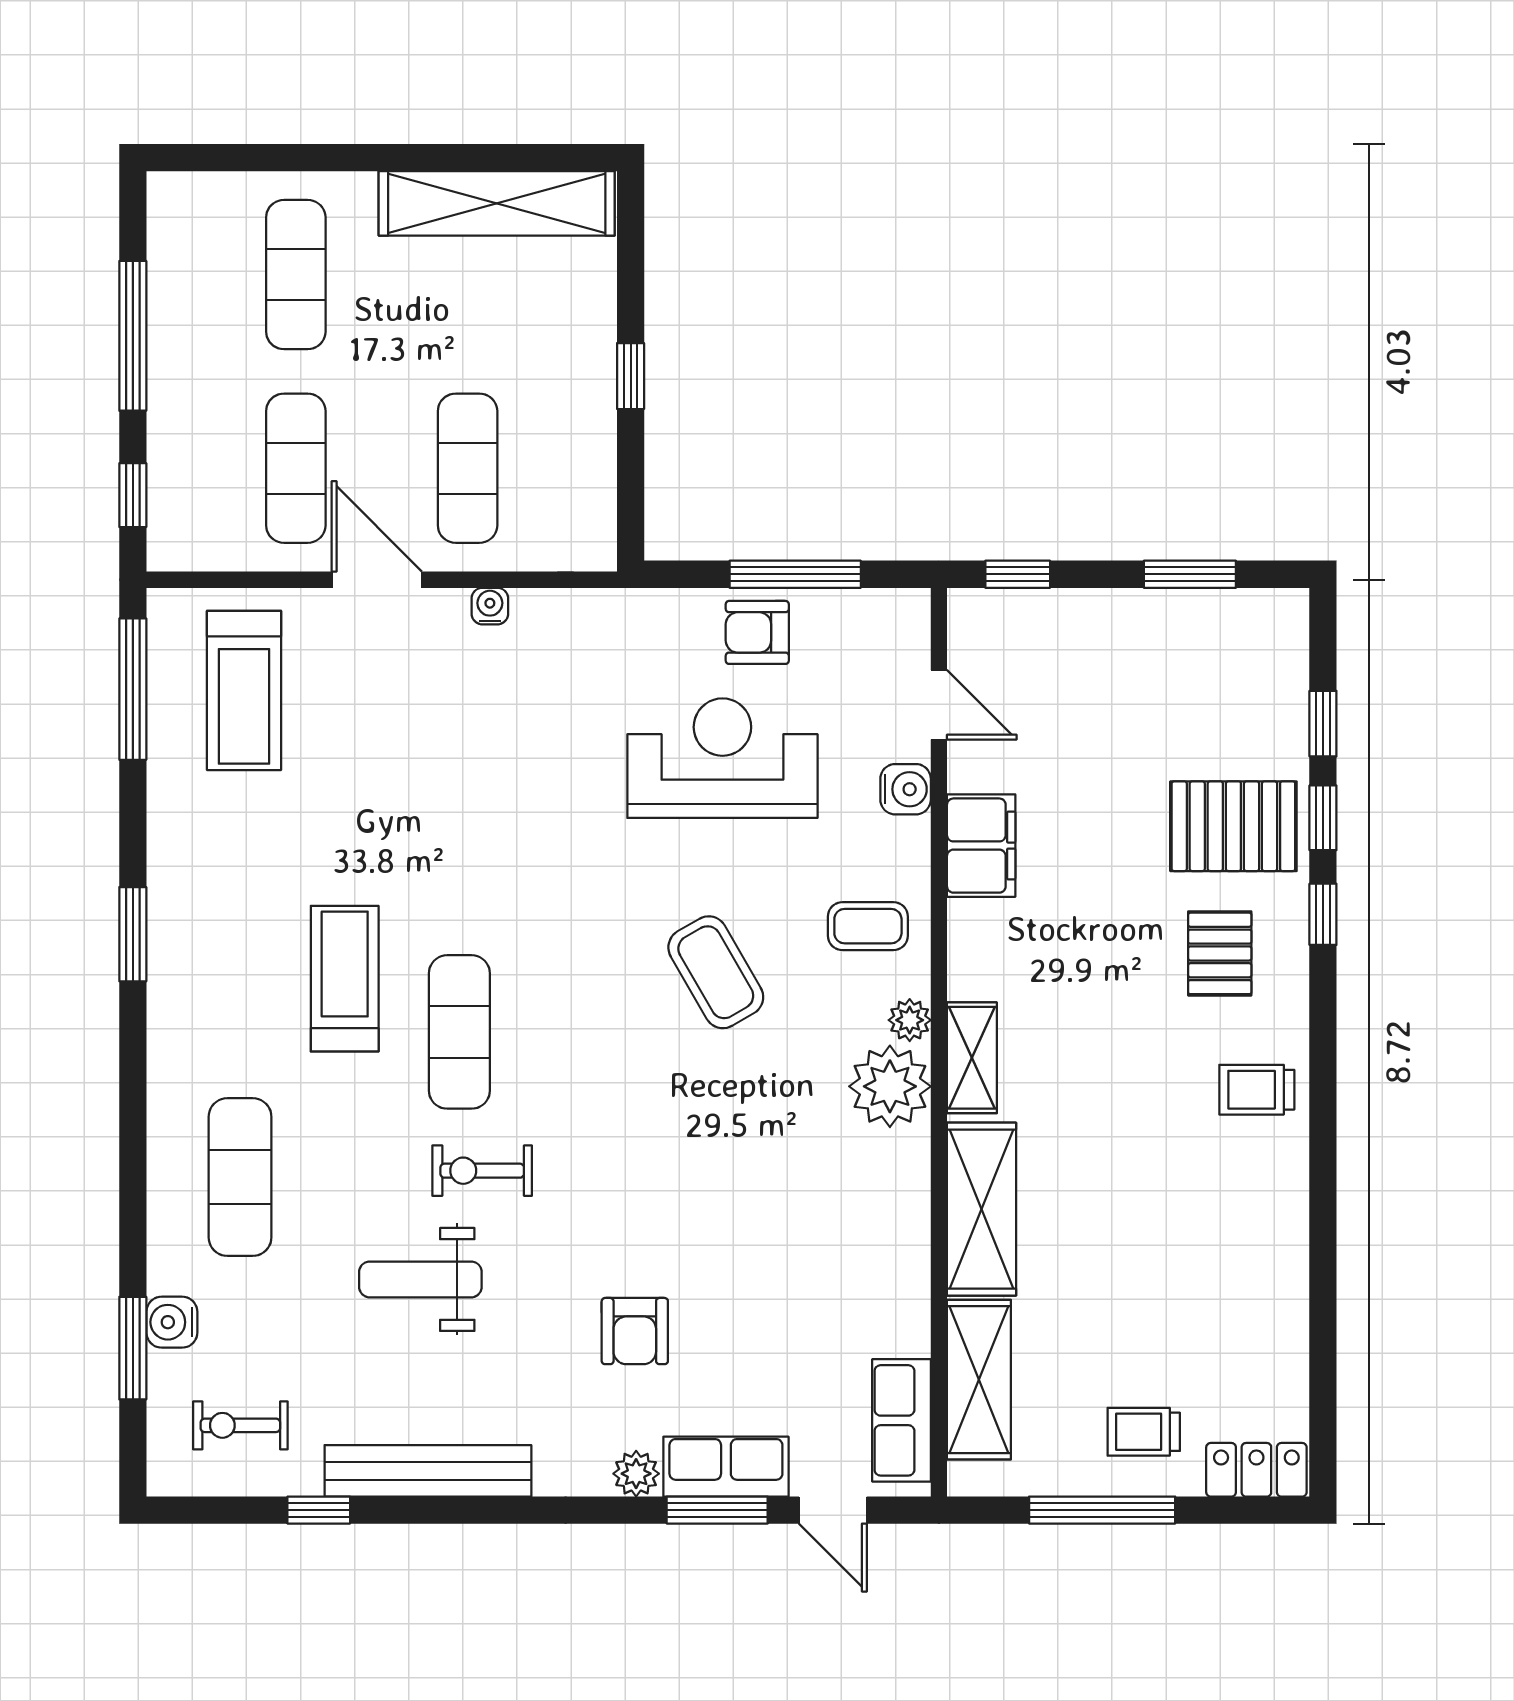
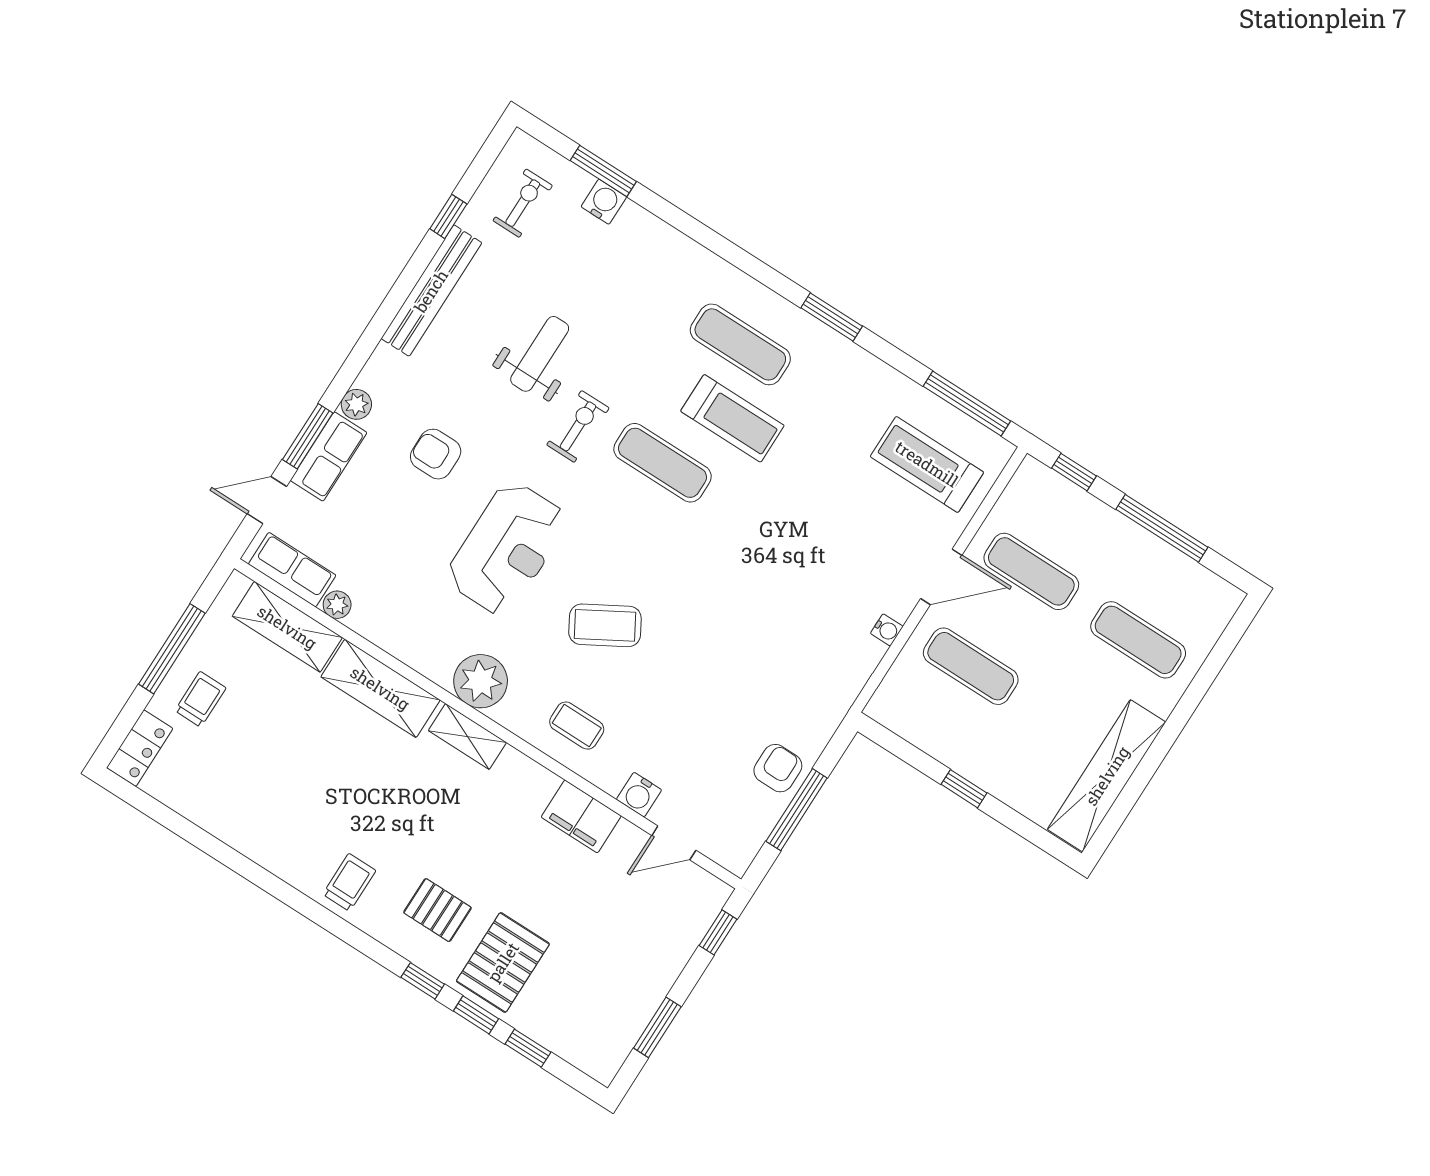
reception desk: (722, 758) -> (507, 548), moved
coffee table: (868, 926) -> (577, 726), turned 90
plant: (910, 1020) -> (337, 605), moved
exercise mat: (240, 1177) -> (740, 344), moved

